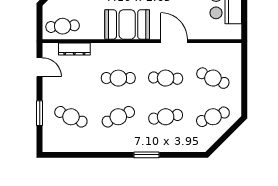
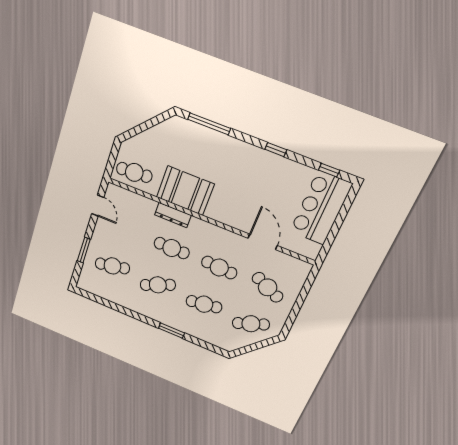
booth: (127, 24) -> (185, 191), moved
door: (174, 41) -> (263, 242), moved
dresser: (74, 49) -> (173, 215), moved
cafe table: (71, 117) -> (112, 266), turned -36

